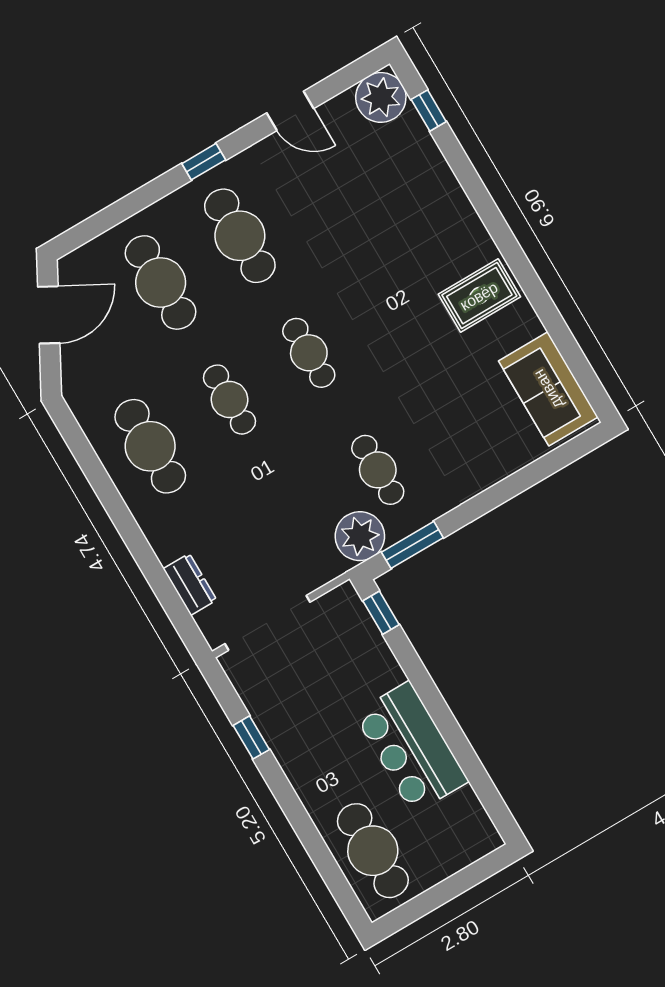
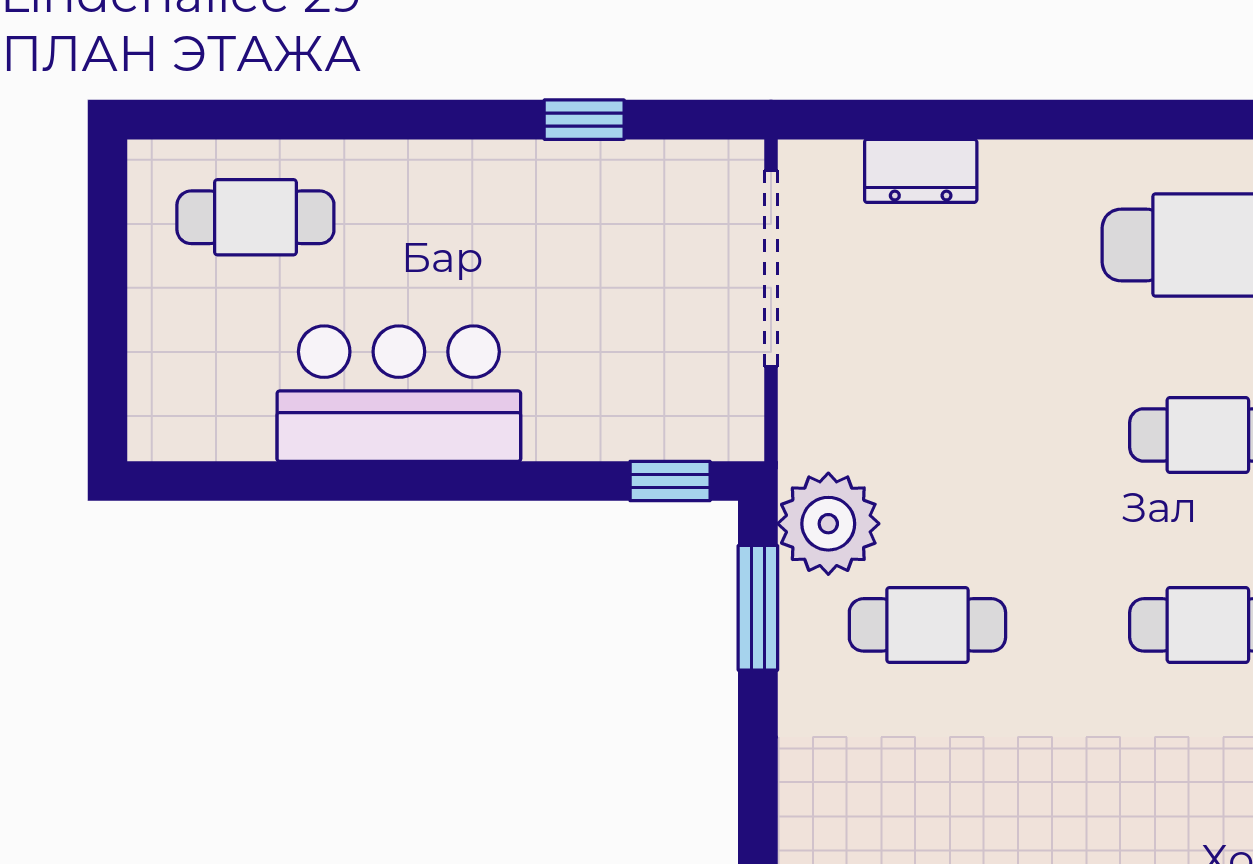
cafe table: (373, 851) -> (255, 217), width x0.73, depth x0.74

